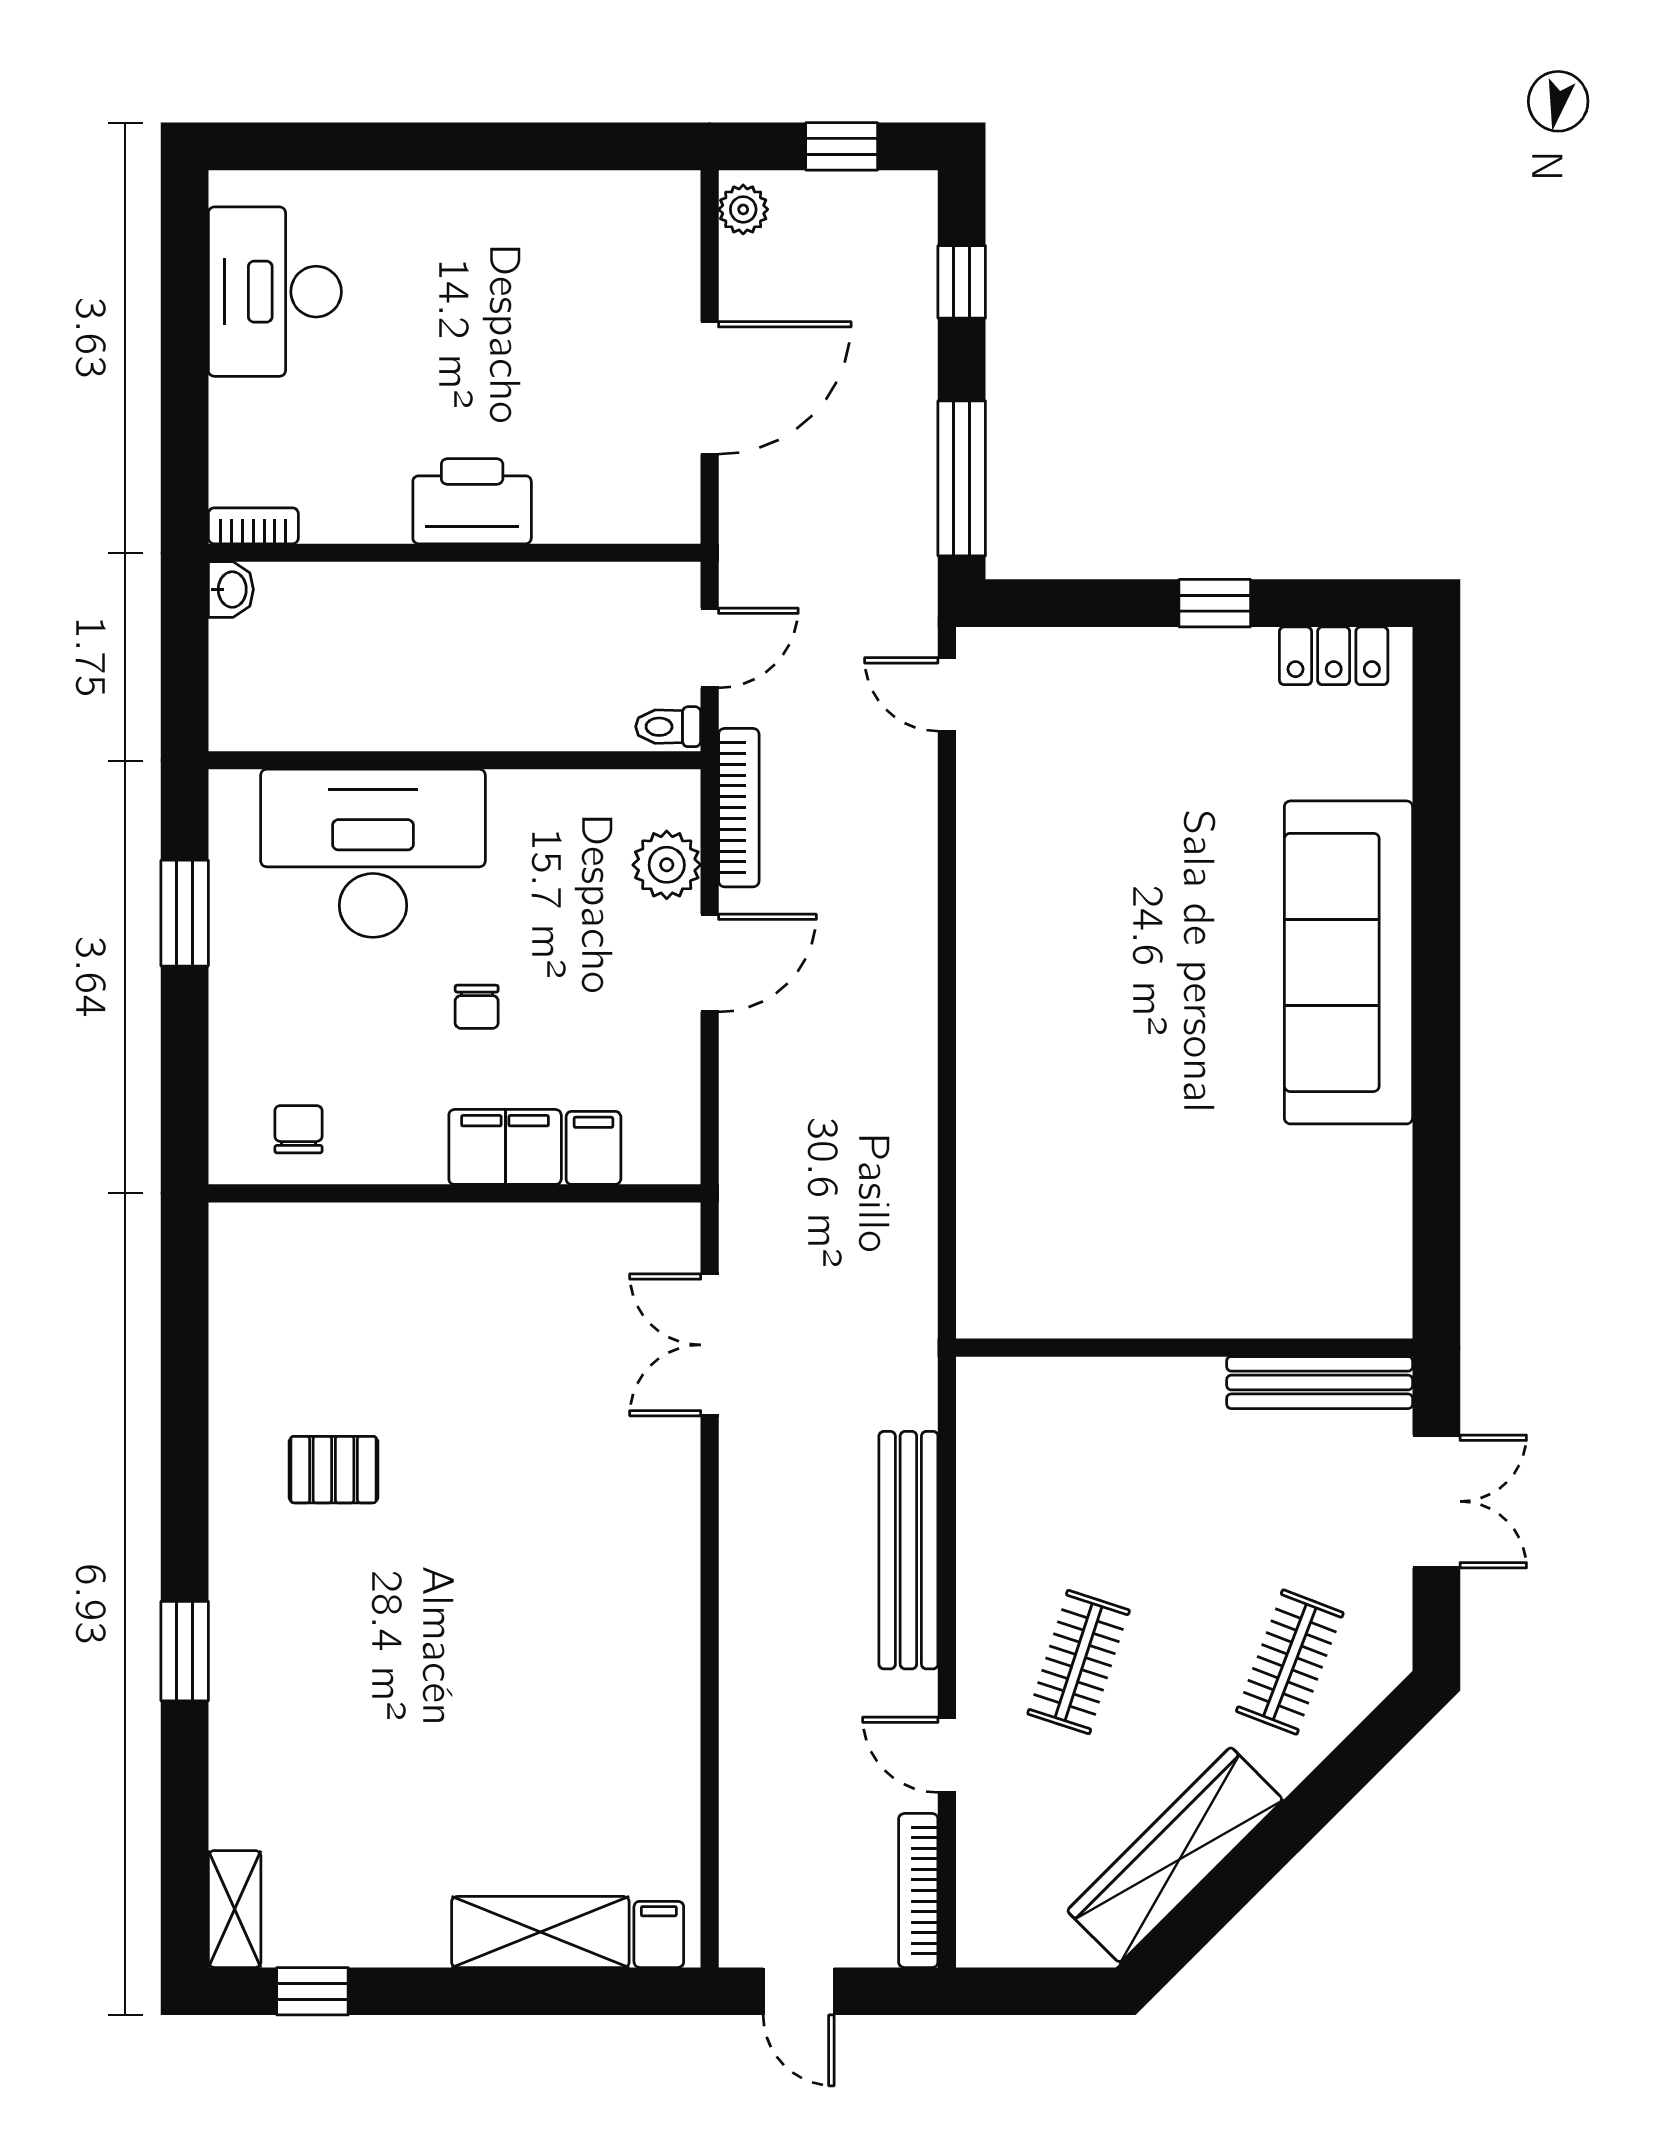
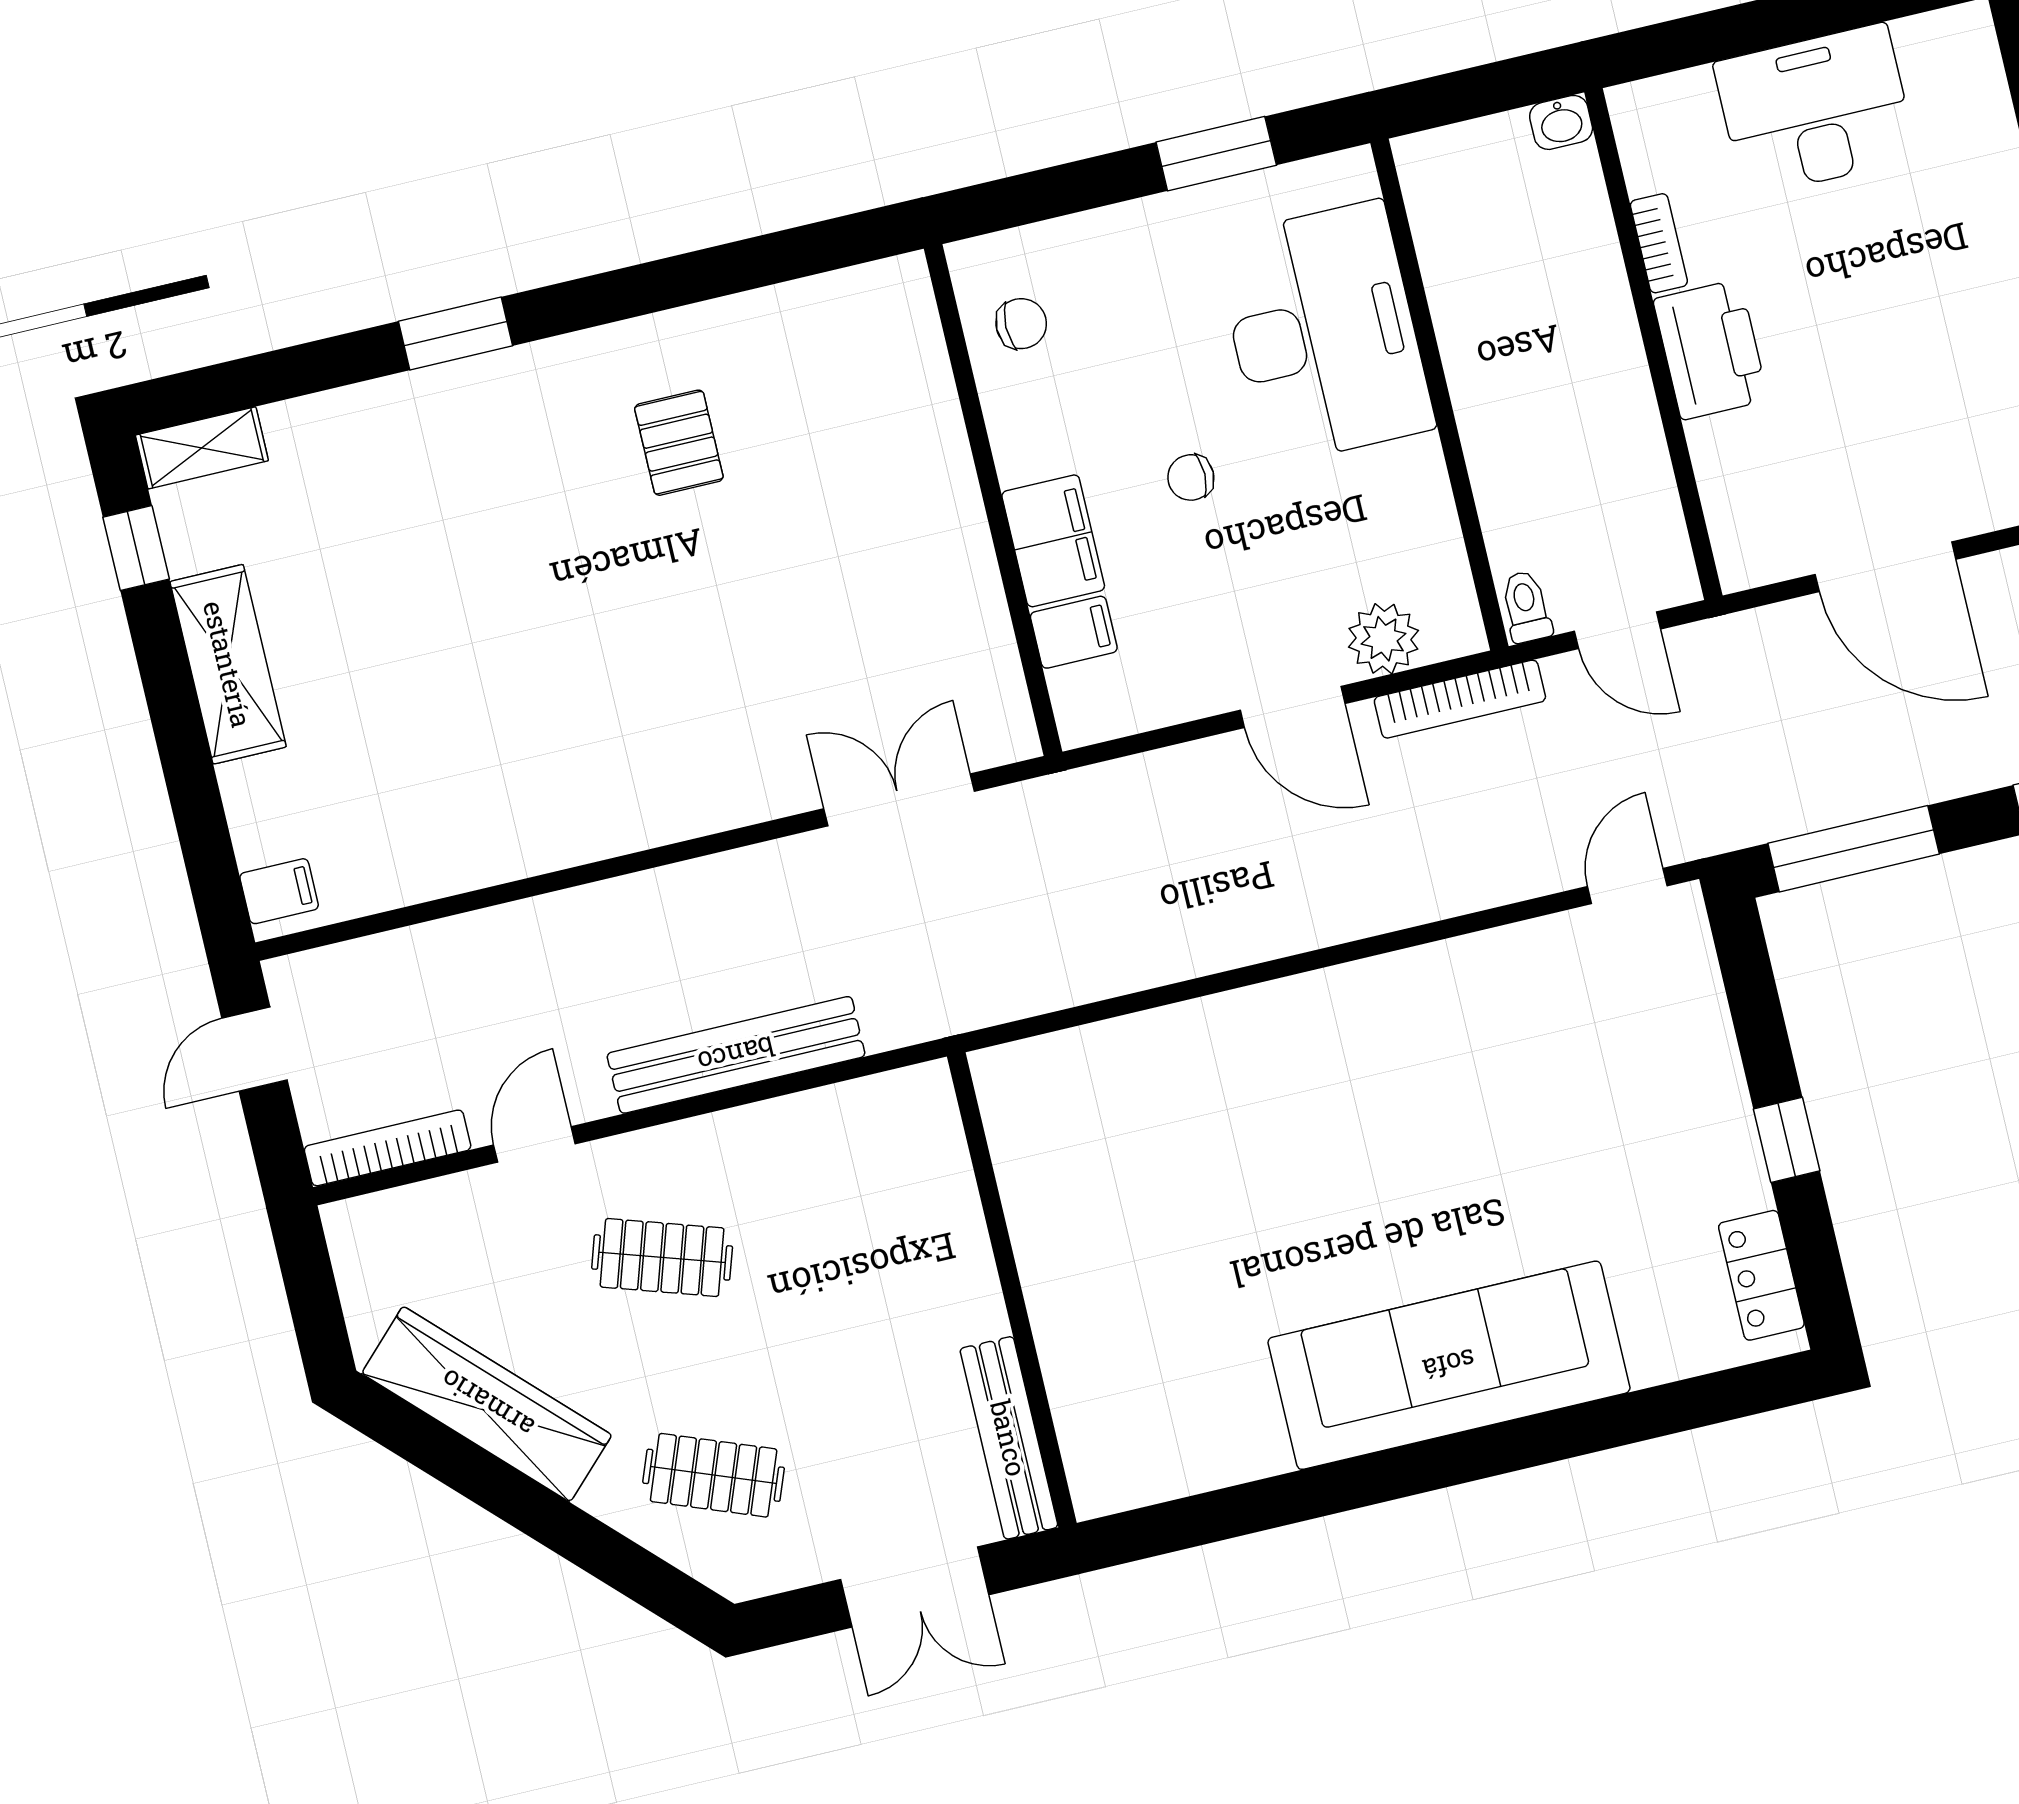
desk: (275, 292) -> (1815, 110), moved
bookcase: (253, 526) -> (1659, 243), moved
shelving: (540, 1932) -> (228, 664), moved

